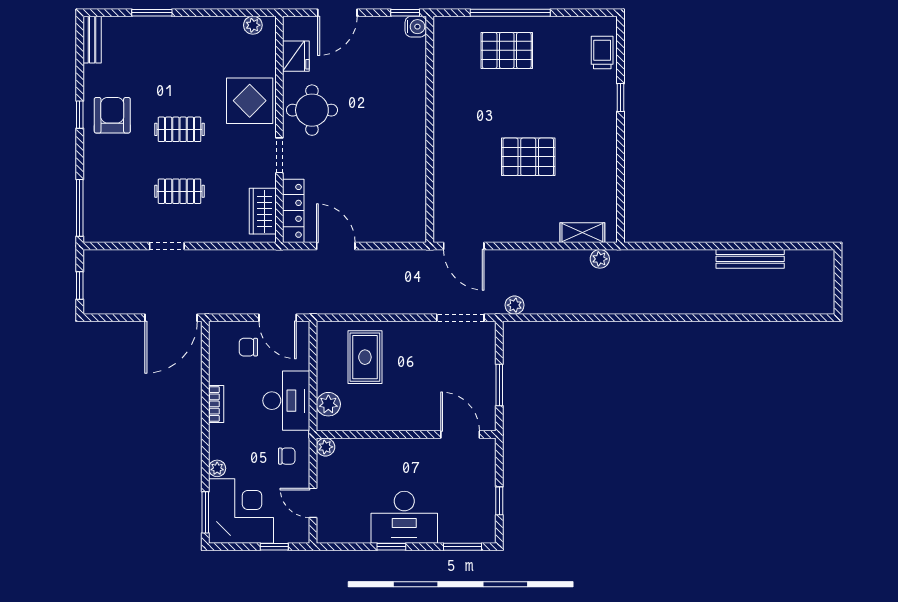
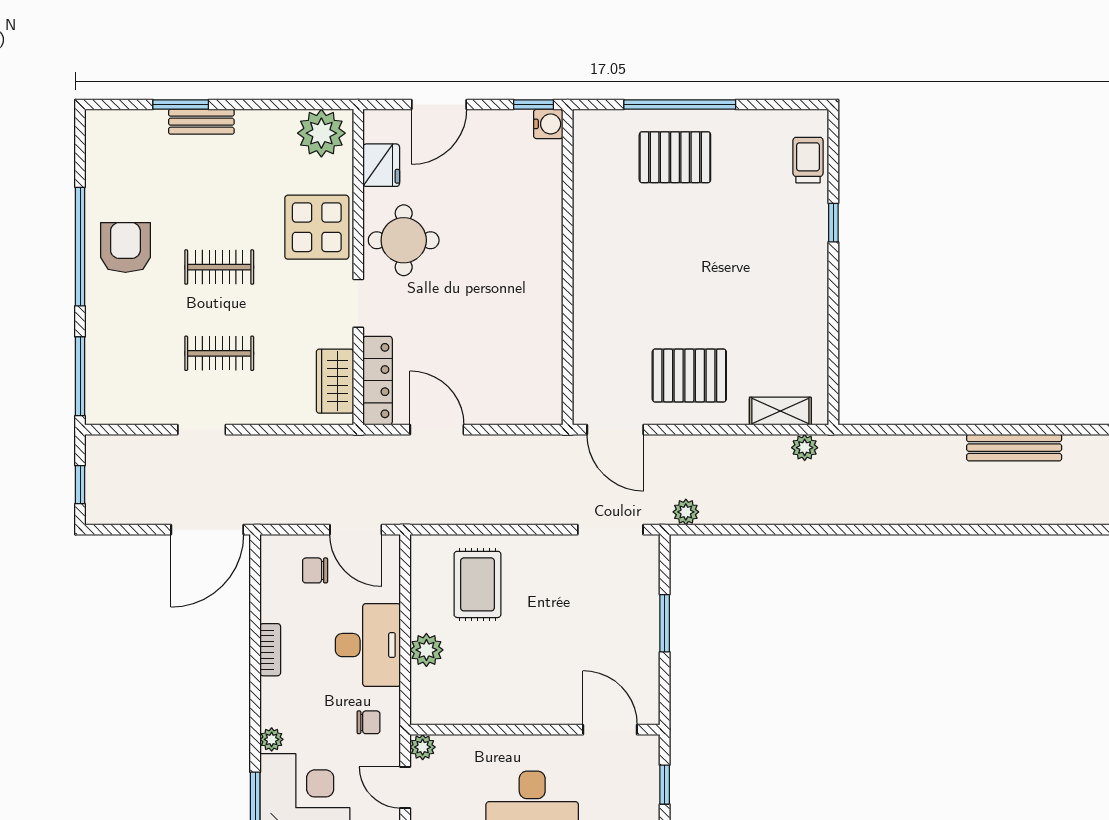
plant: (253, 25) -> (321, 133), width x1.88, depth x1.88
bench: (92, 40) -> (201, 122), moved, turned 90
window: (80, 115) -> (80, 247), width x3.17
pallet: (528, 157) -> (689, 375), moved
wall: (406, 434) -> (535, 730), moved
door: (460, 434) -> (610, 730), moved
plant: (326, 447) -> (423, 747), moved

